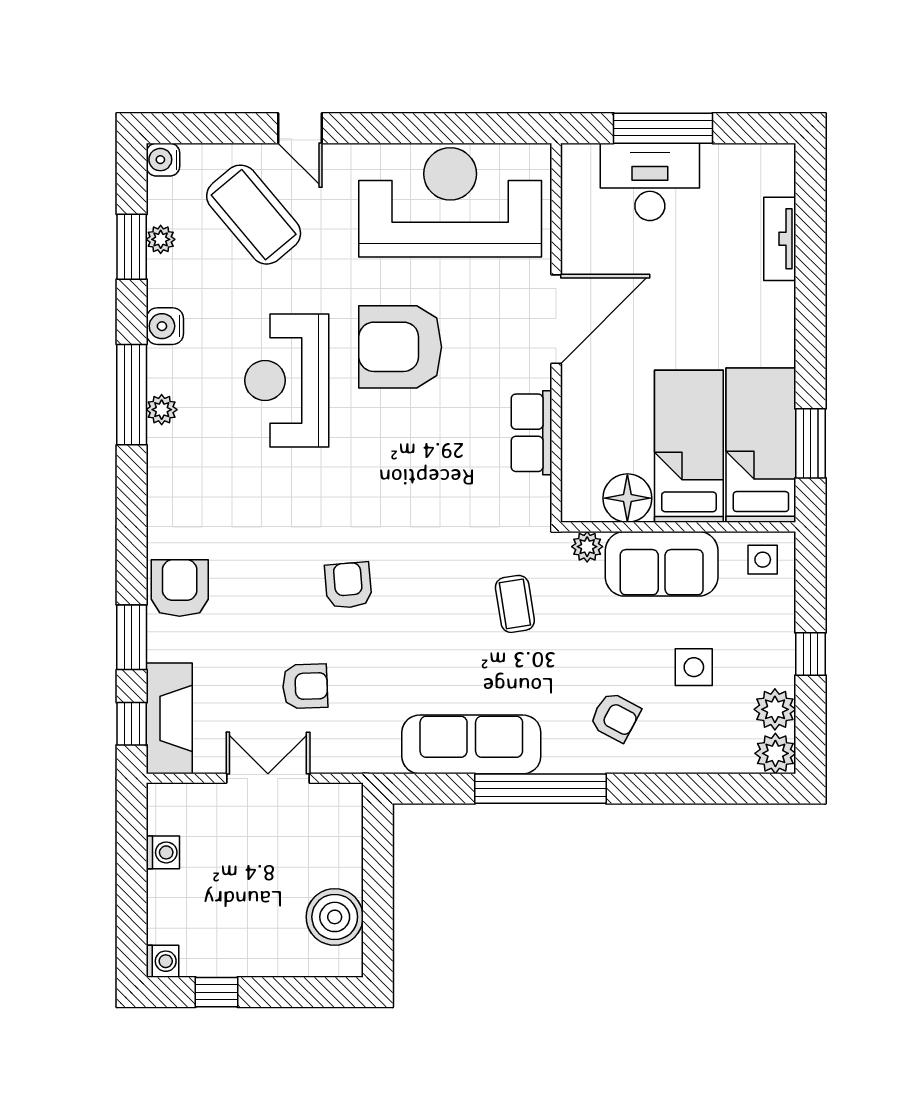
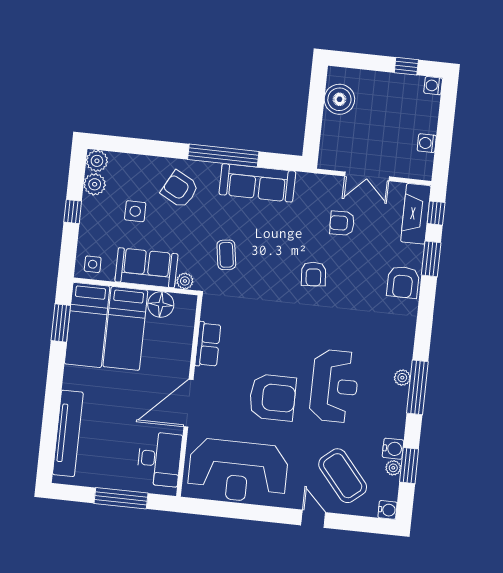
desk: (650, 182) -> (159, 459), moved, turned -90
tv unit: (780, 239) -> (68, 433), width x1.92, depth x1.29
water cooler: (165, 326) -> (393, 449), moved
armchair: (615, 717) -> (180, 189), width x1.38, depth x1.38

